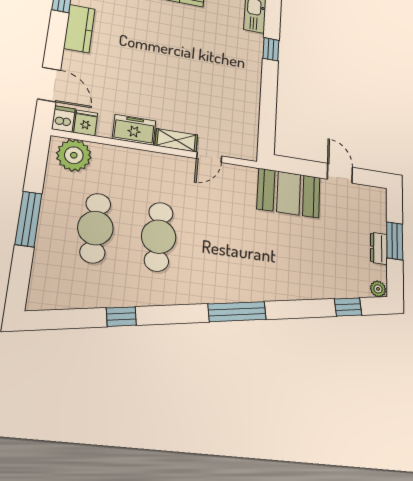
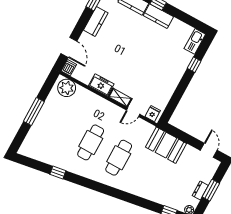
fridge: (86, 123) -> (153, 114), moved
door: (340, 173) -> (209, 150), moved
cafe table: (95, 228) -> (119, 158), moved
window: (237, 312) -> (113, 192), removed

